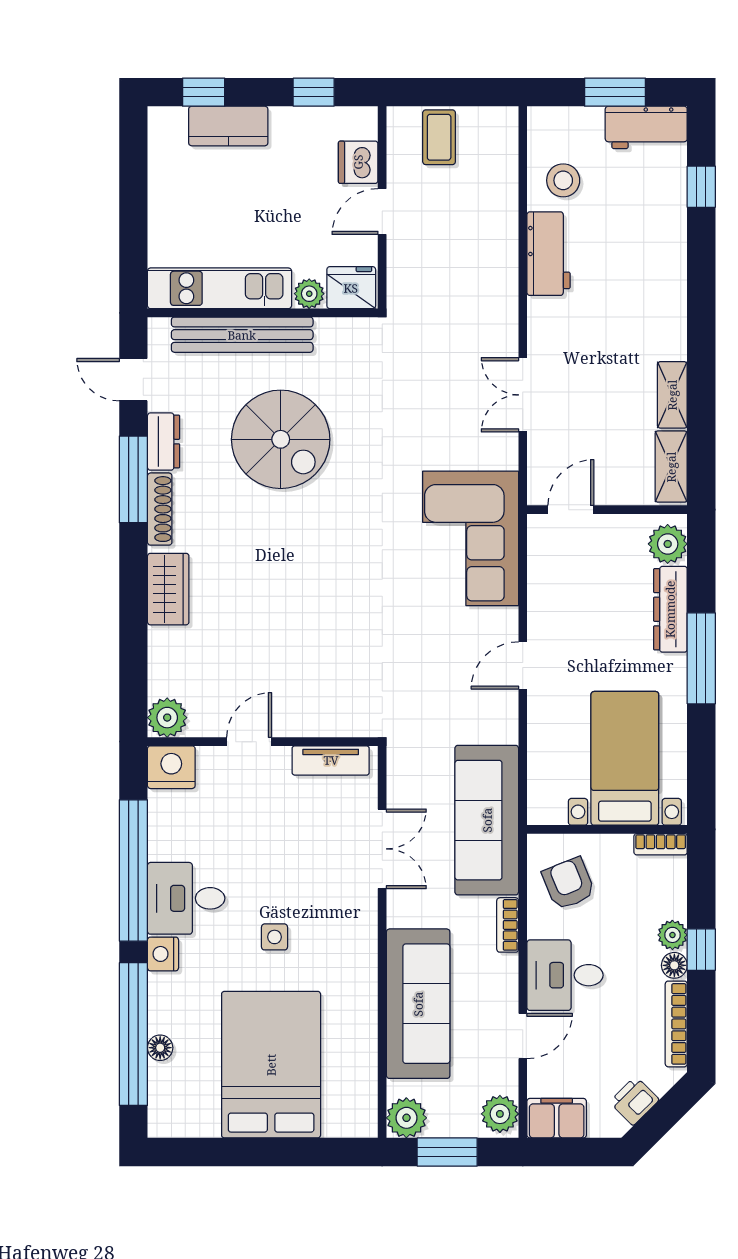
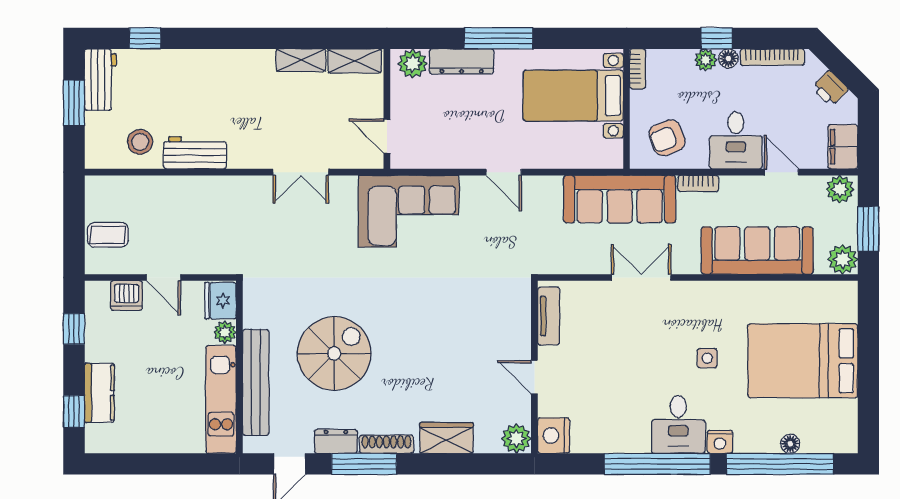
plant: (167, 718) -> (516, 439), moved
door: (249, 742) -> (534, 377), moved
wall: (263, 742) -> (534, 367), moved
tv unit: (331, 760) -> (549, 316), moved
nightstand: (171, 767) -> (554, 436), moved

